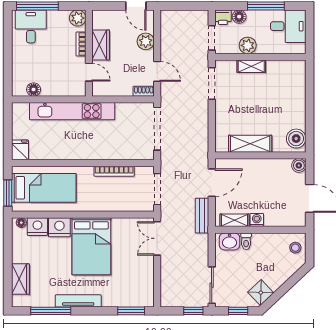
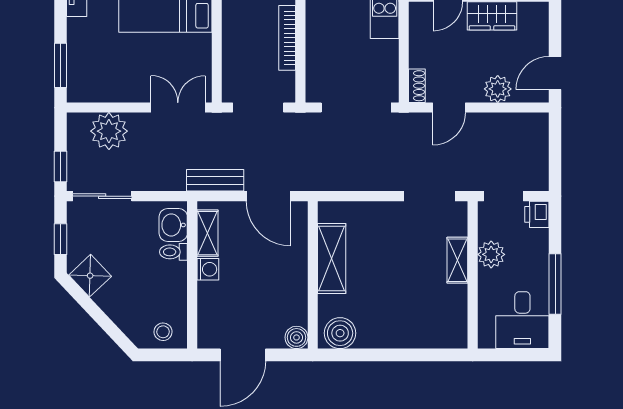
floor lamp: (239, 17) -> (538, 241), removed
plant: (172, 281) -> (109, 131), added

